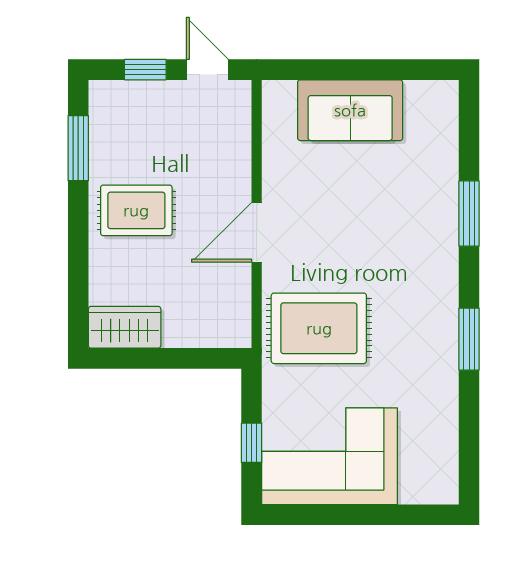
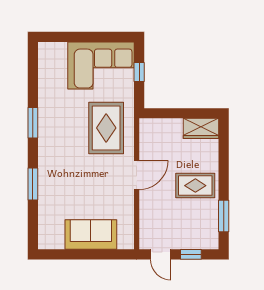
rug: (319, 328) -> (106, 128), turned 90

